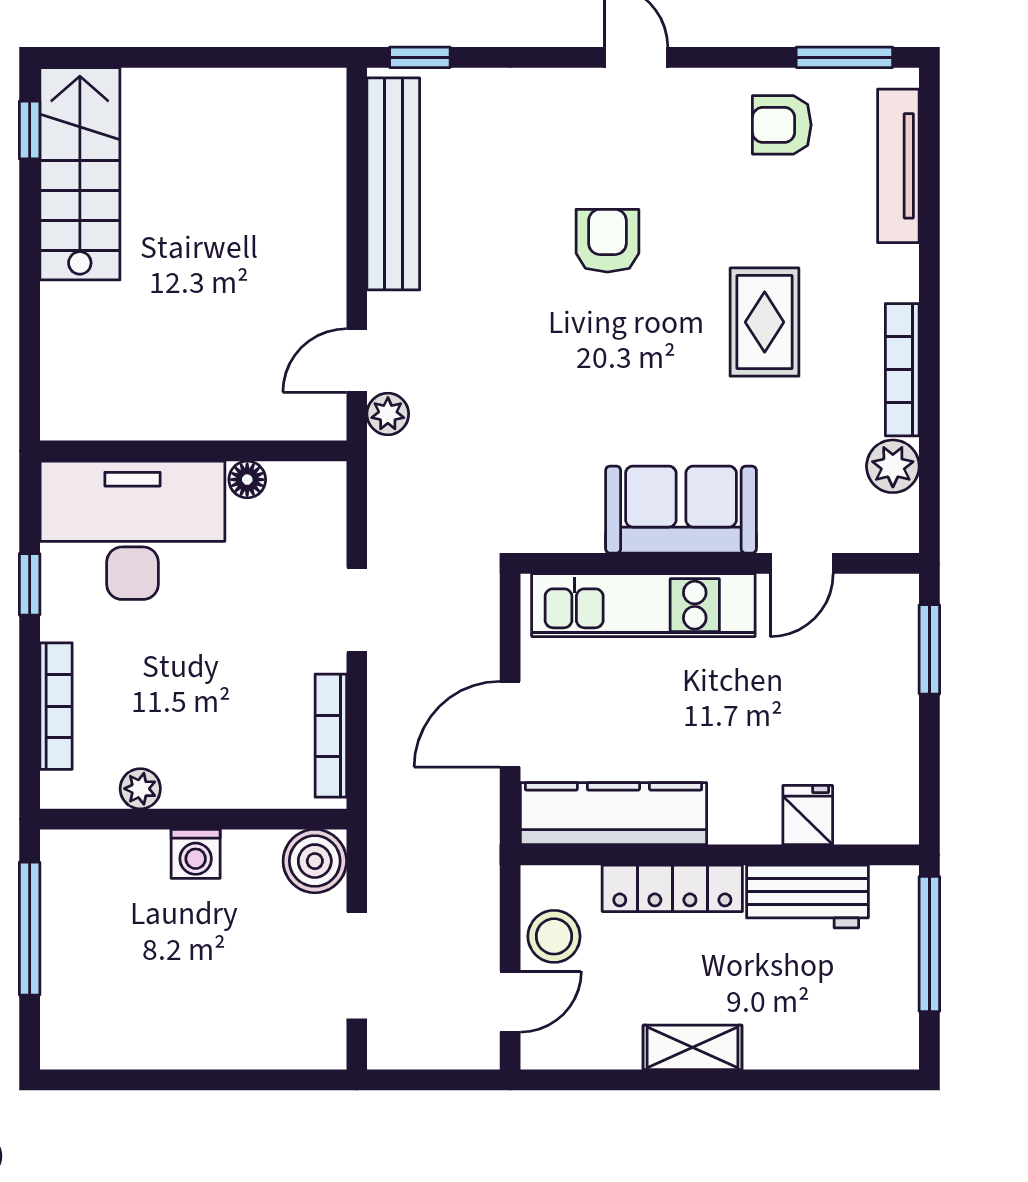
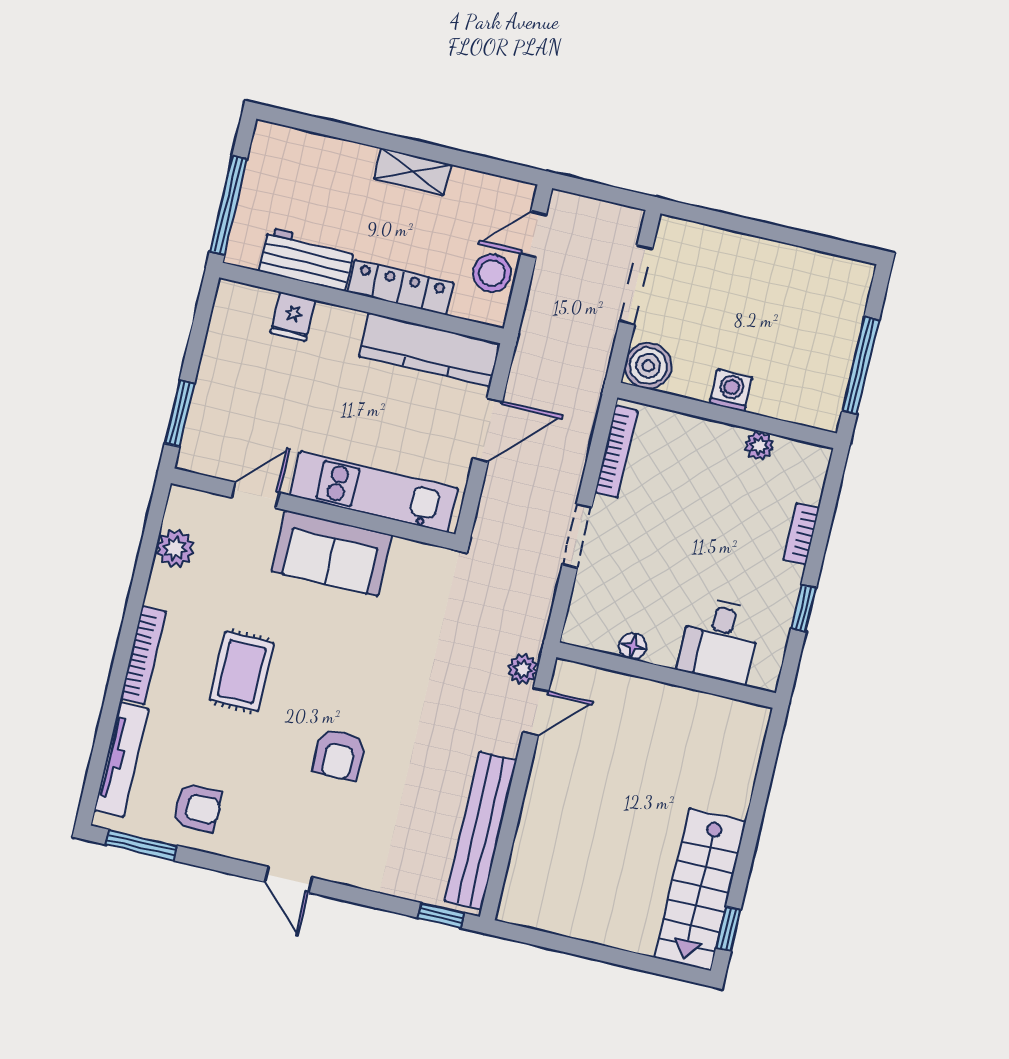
bookcase: (902, 370) -> (143, 655), moved
desk: (132, 530) -> (719, 640), width x0.53, depth x0.77
bookcase: (56, 706) -> (801, 534), width x0.64

